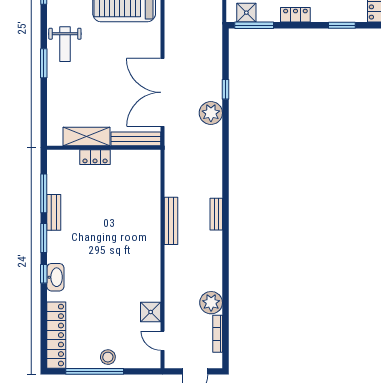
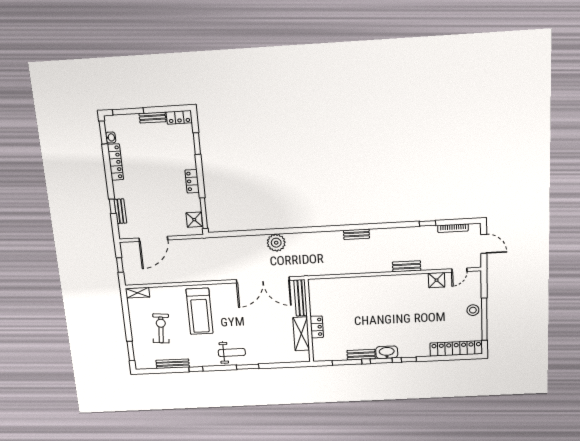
window: (225, 89) -> (427, 223), moved
bench: (171, 221) -> (407, 266), moved, width x0.73
washbasin: (55, 277) -> (387, 352), moved
plant: (211, 303) -> (428, 234), removed

